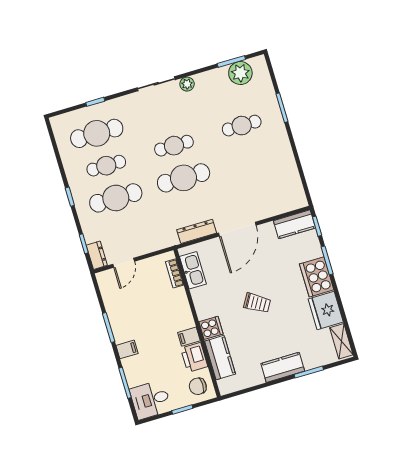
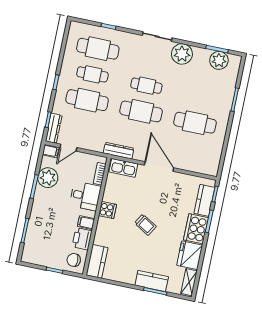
plant: (187, 84) -> (182, 54), width x1.88, depth x1.88
cafe table: (242, 126) -> (195, 123), moved, width x1.37, depth x1.35
kitchen counter: (294, 224) -> (204, 200), moved, turned 90
door: (237, 229) -> (159, 167), swing flipped
dresser: (197, 231) -> (119, 151), moved
dresser: (97, 255) -> (54, 128), width x1.44
kitchen sink: (193, 270) -> (123, 168), moved, turned 90
plant: (119, 309) -> (48, 178), added
cooker: (211, 328) -> (107, 210), moved
filing cabinet: (127, 349) -> (51, 151), moved
kitchen counter: (220, 358) -> (97, 261), moved
kitchen counter: (283, 367) -> (152, 281), moved
desk: (151, 400) -> (85, 196), moved, turned 180

